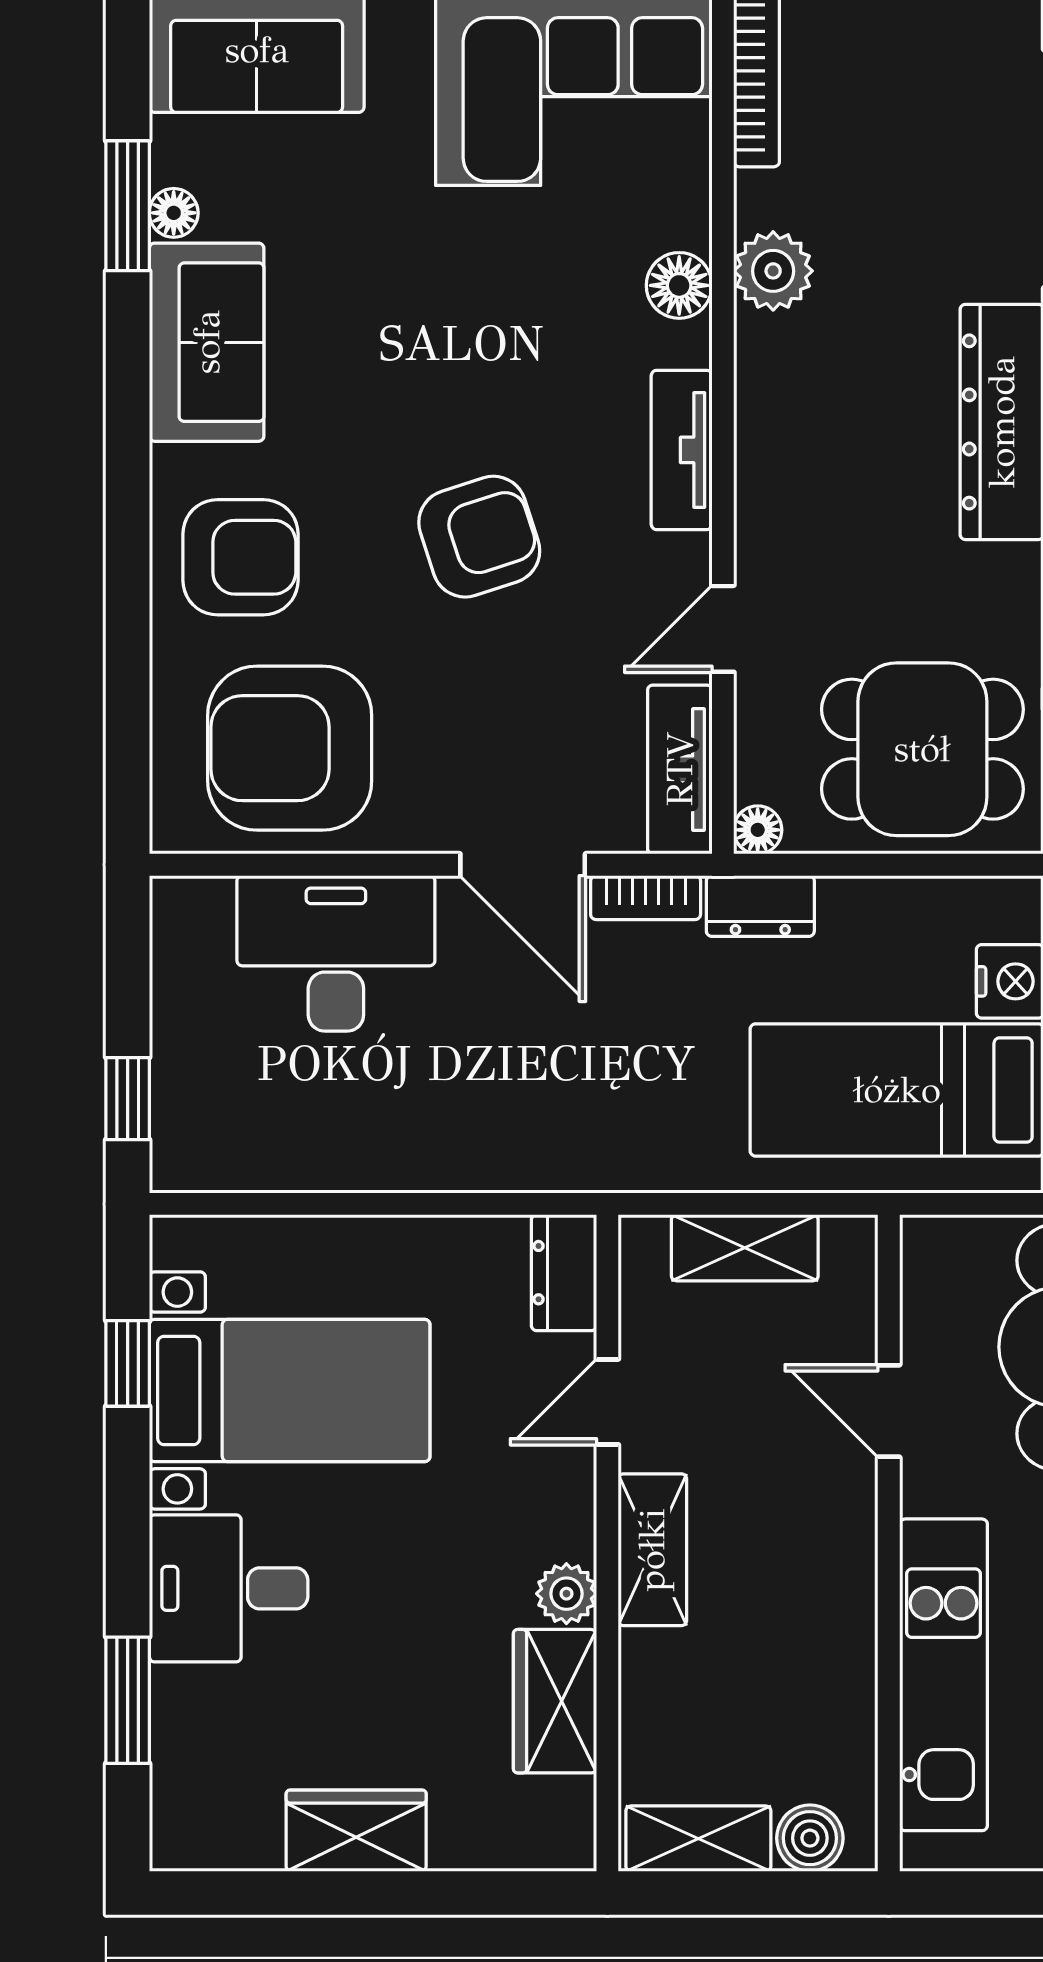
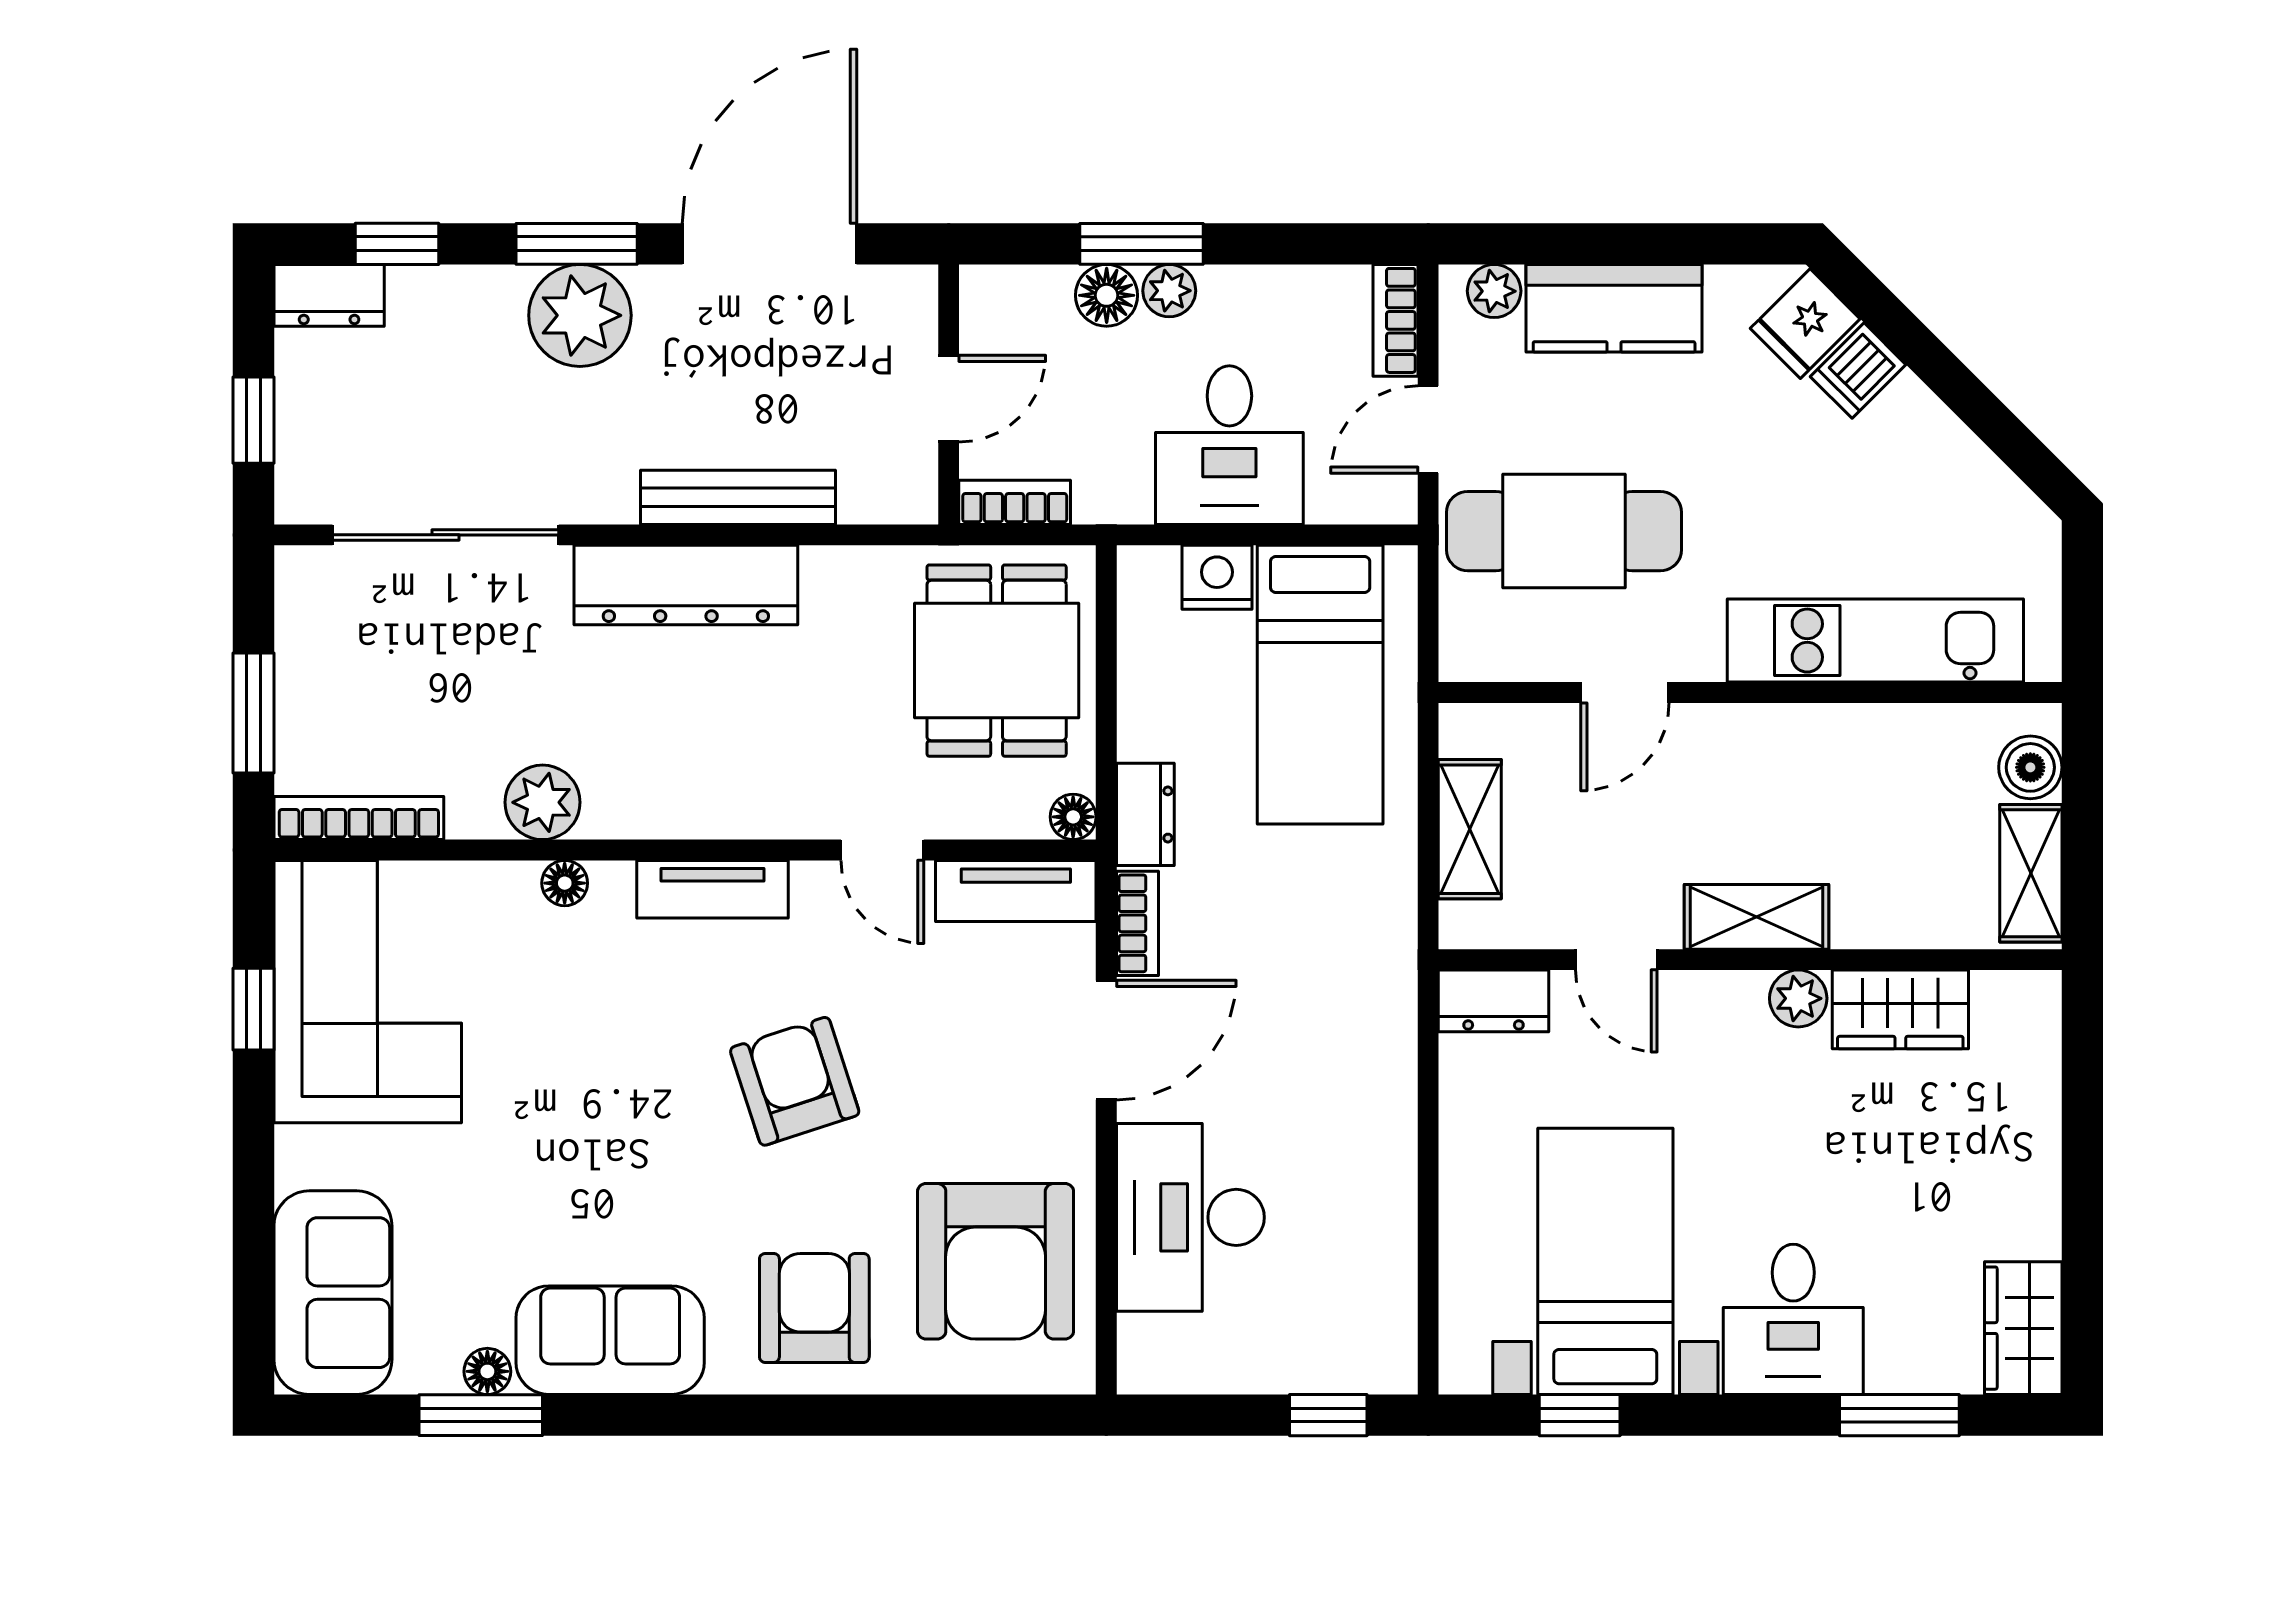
floor lamp: (679, 285) -> (565, 883), width x0.73, depth x0.73
wardrobe: (356, 1831) -> (2023, 1328), moved

